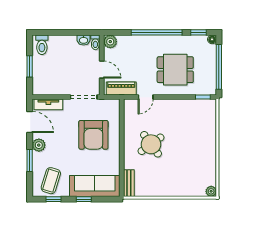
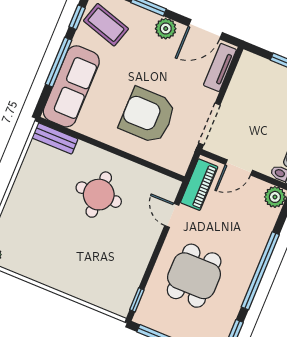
round table: (151, 144) -> (99, 195), turned 36
window: (84, 199) -> (59, 62), width x2.17

